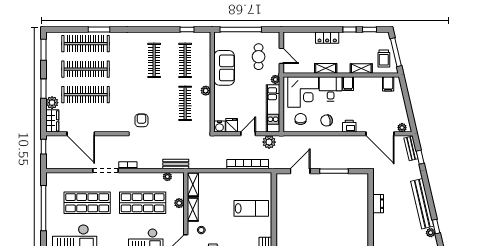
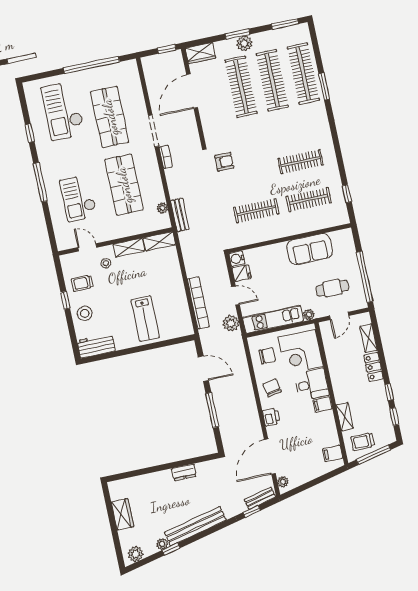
window: (241, 29) -> (365, 277), moved
shelving: (326, 68) -> (368, 338), moved
plant: (206, 91) -> (277, 232), removed
plant: (52, 103) -> (244, 43), moved
plant: (179, 203) -> (133, 229), removed

